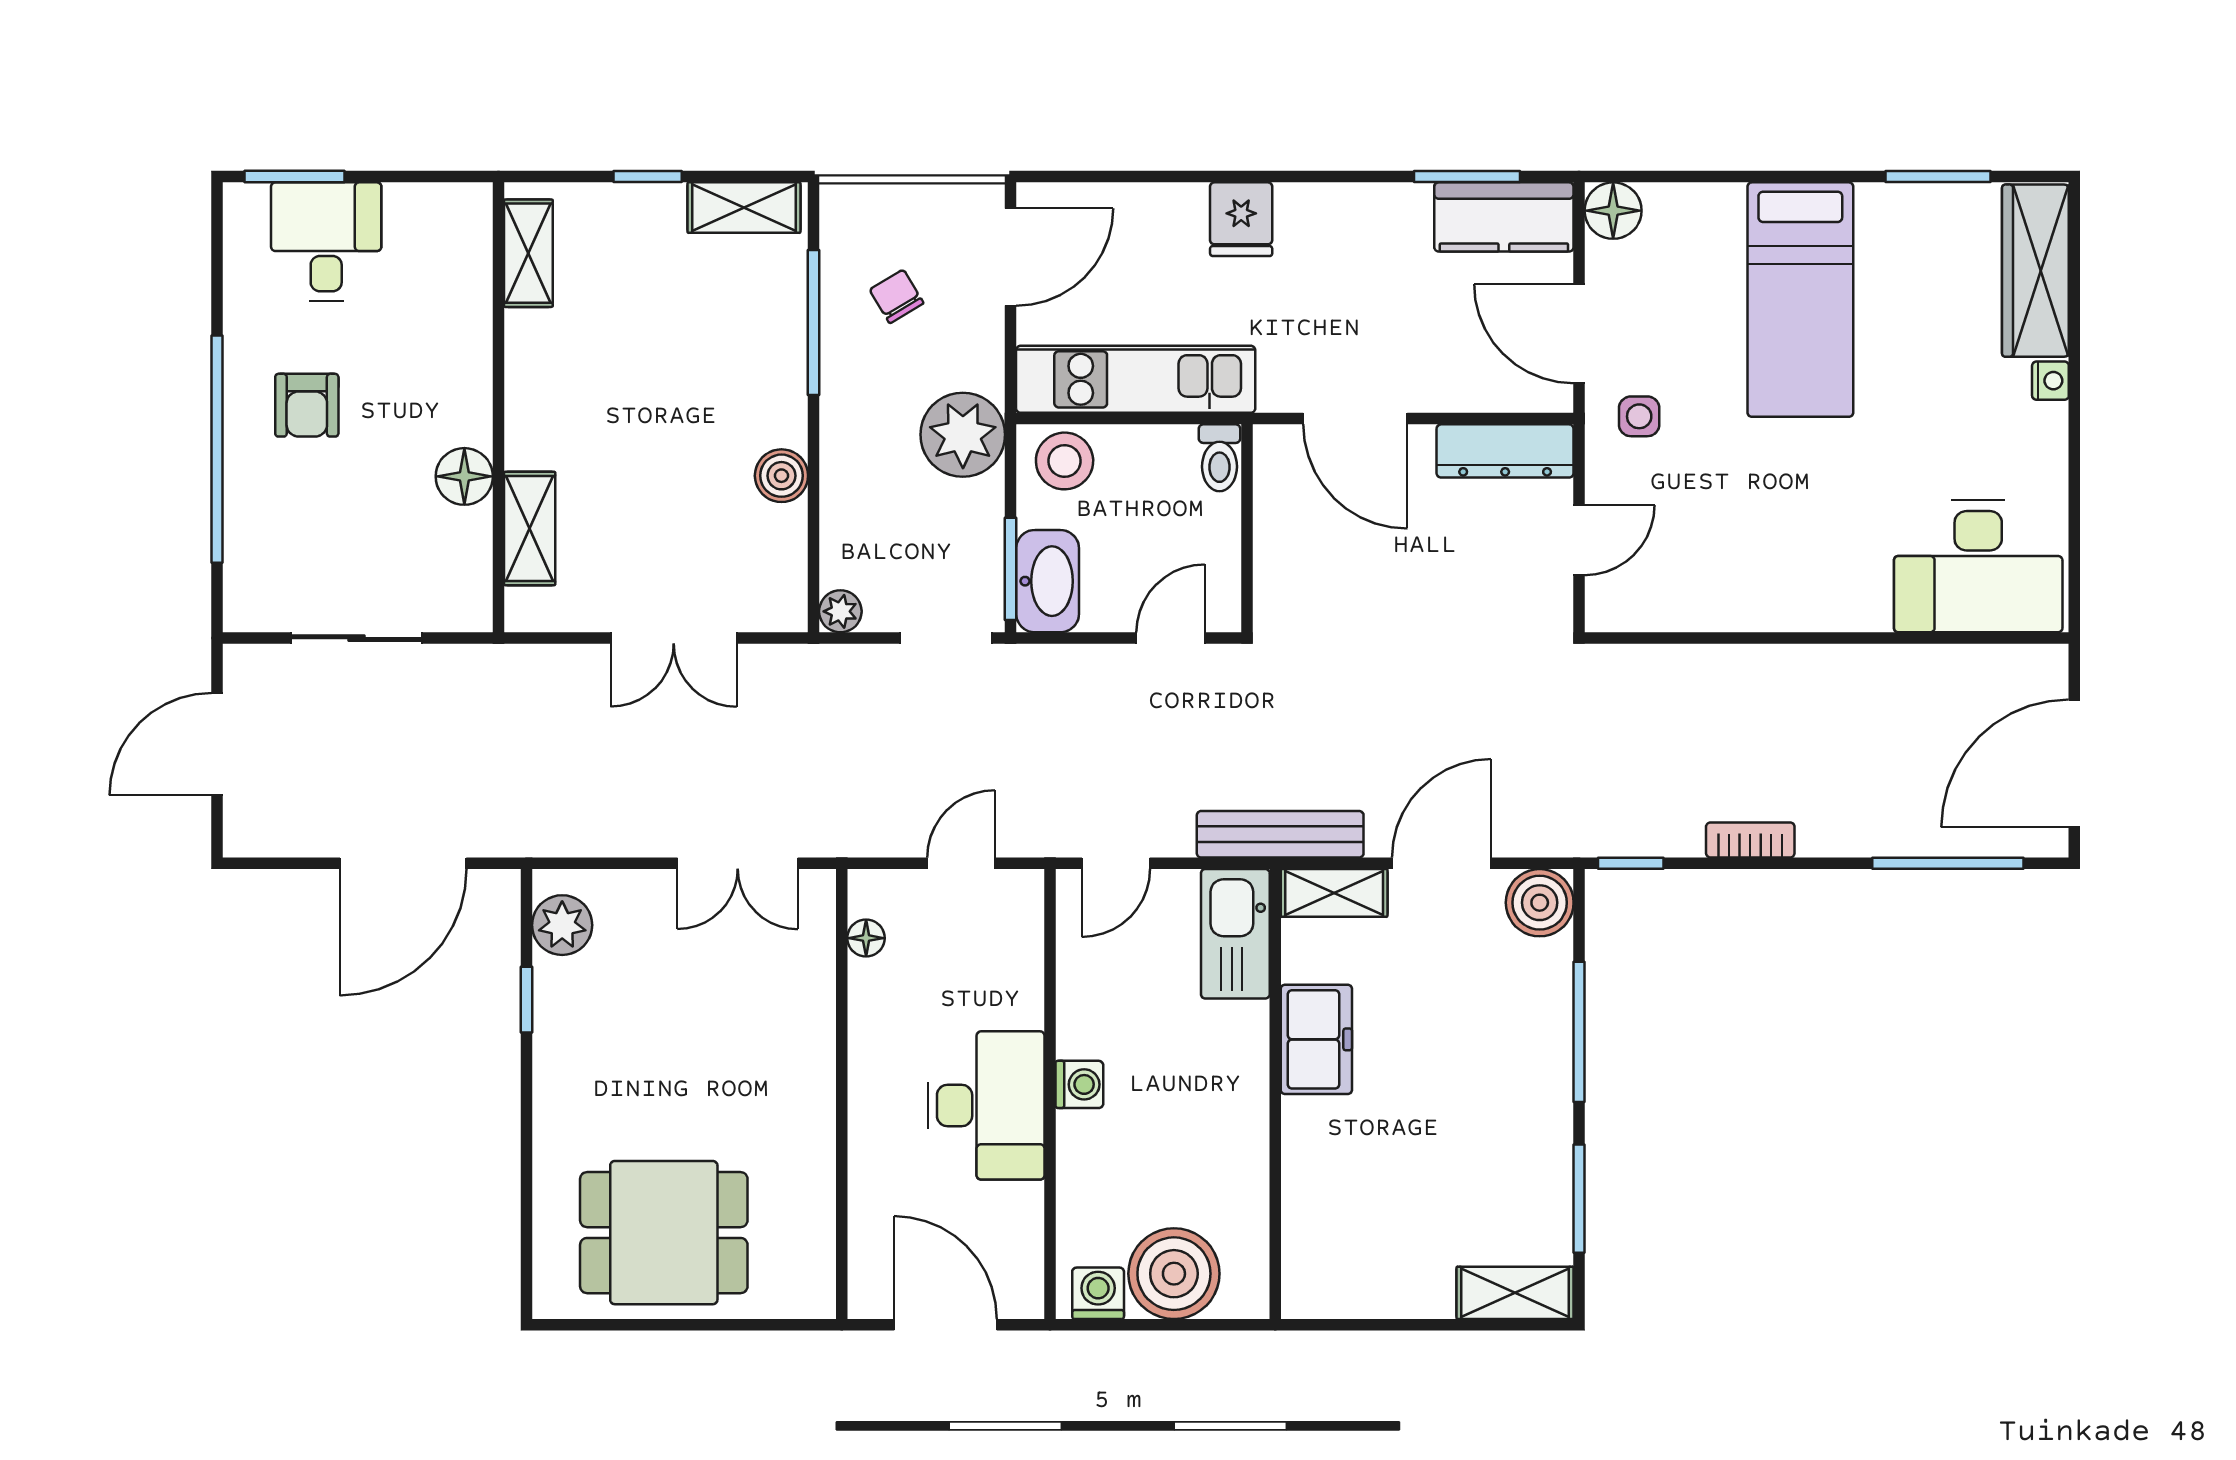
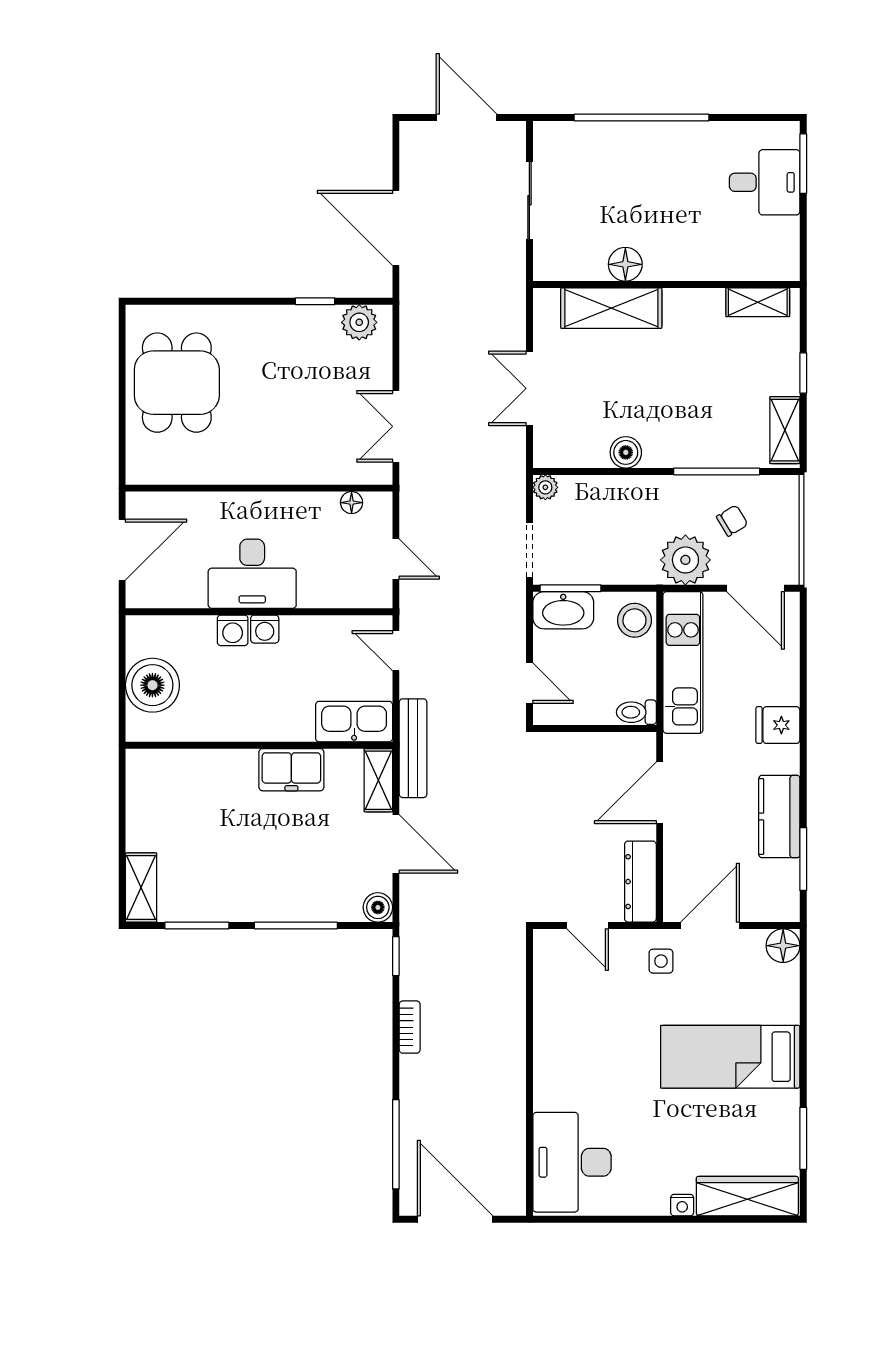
kitchen counter: (1504, 217) -> (779, 817), moved
armchair: (307, 405) -> (668, 171), removed
plant: (963, 435) -> (685, 560), moved
shelving: (530, 528) -> (611, 308), width x1.50, depth x1.33
boiler: (1540, 903) -> (378, 907), width x0.73, depth x0.73
washing machine: (1098, 1293) -> (233, 630), moved, turned 90

